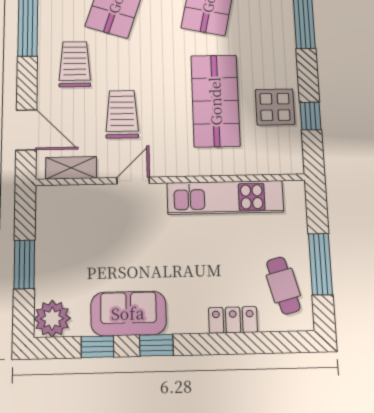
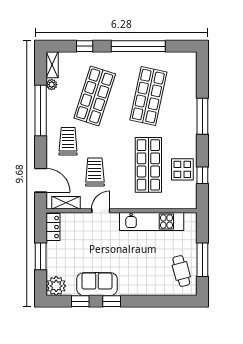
locker: (233, 320) -> (53, 227), moved, turned 90

